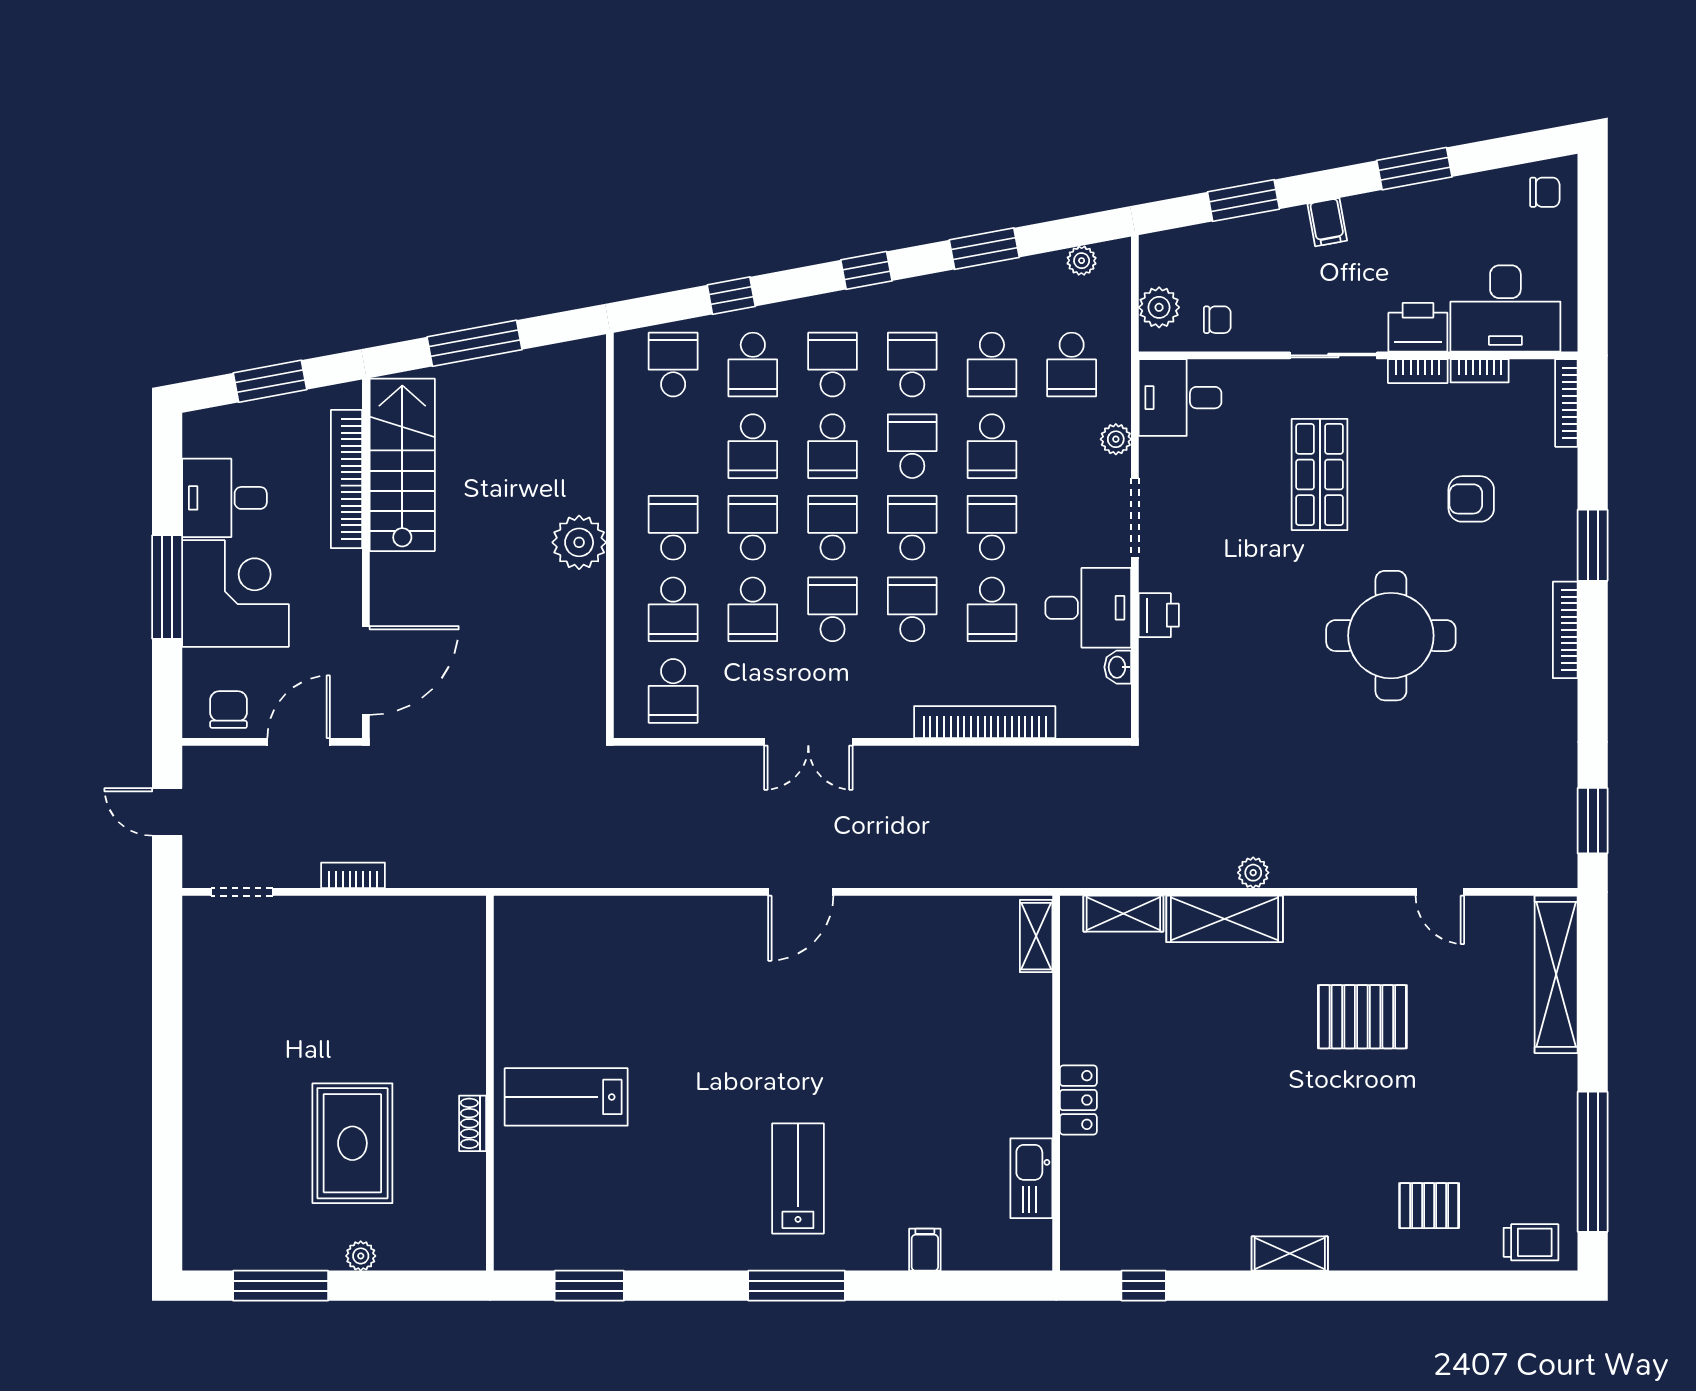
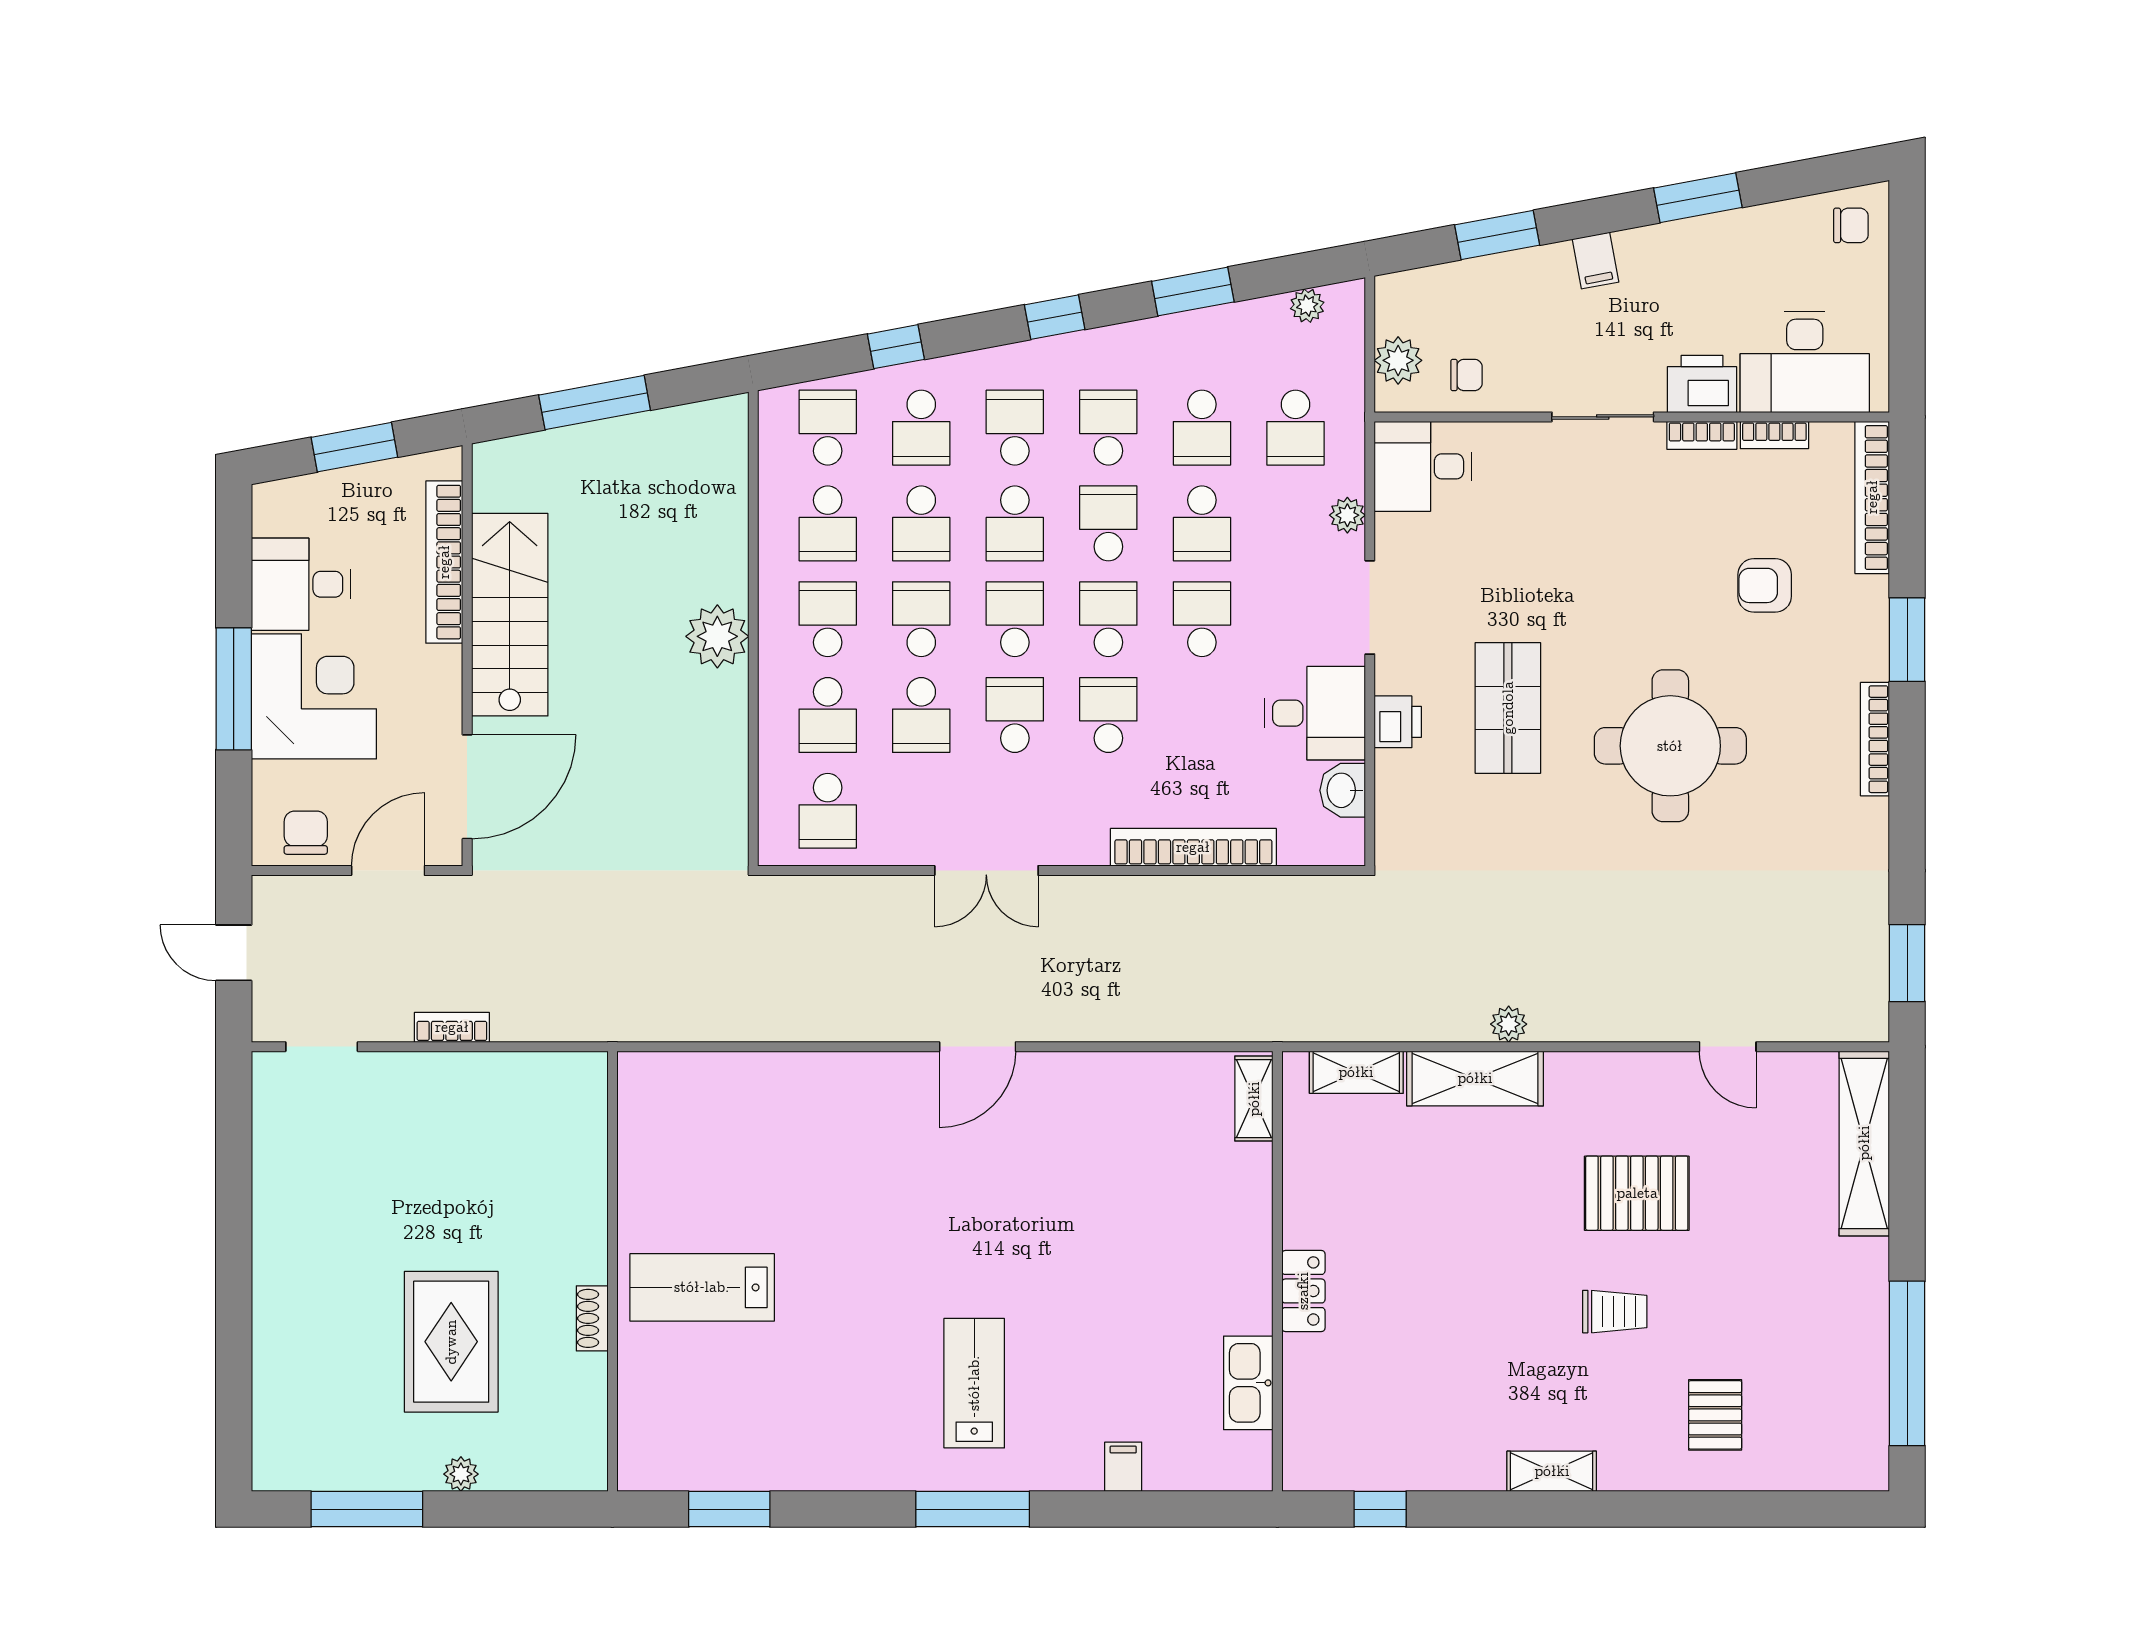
bookcase: (1566, 403) -> (1872, 497), width x1.48, depth x1.31
stairs: (402, 465) -> (510, 615), moved
shop shelf: (1320, 475) -> (1508, 708), moved
school desk: (992, 609) -> (828, 523), moved
washbasin: (1118, 667) -> (1343, 790), width x1.38, depth x1.45
pallet: (1429, 1206) -> (1715, 1415), turned 90
trolley: (1531, 1242) -> (1615, 1312), moved

